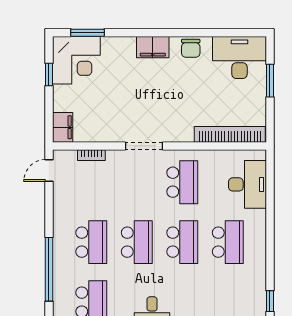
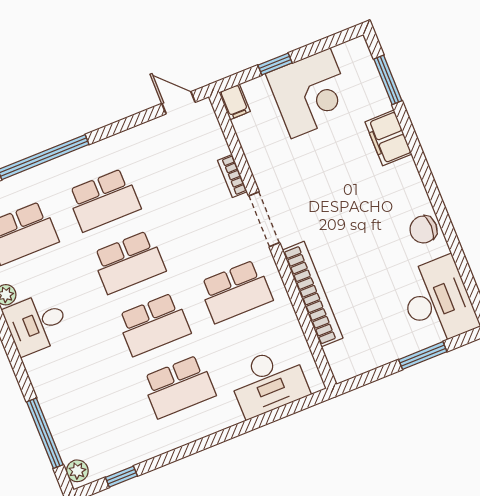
filing cabinet: (153, 47) -> (388, 138), moved
corner desk: (76, 60) -> (311, 93), moved, turned -90
window: (49, 74) -> (275, 64), moved
filing cabinet: (63, 127) -> (235, 102), width x0.50
bookcase: (230, 134) -> (313, 294), moved
bookcase: (91, 155) -> (232, 176), moved

